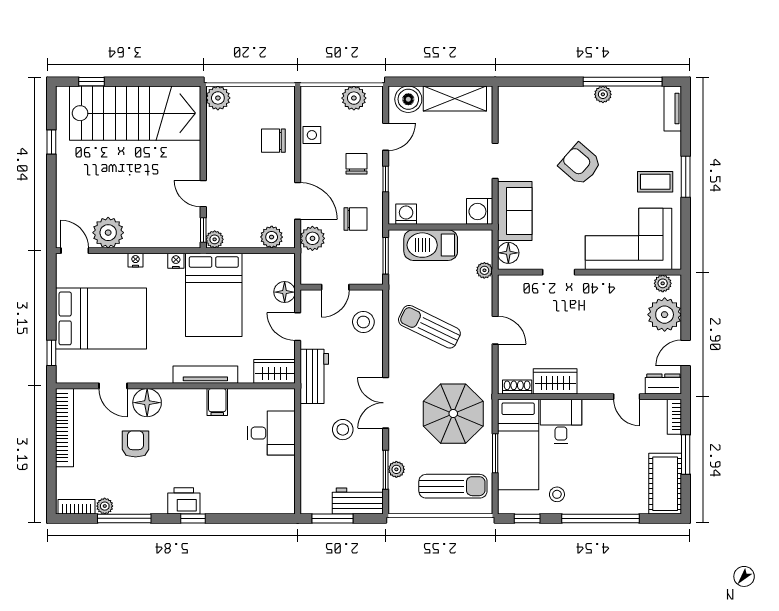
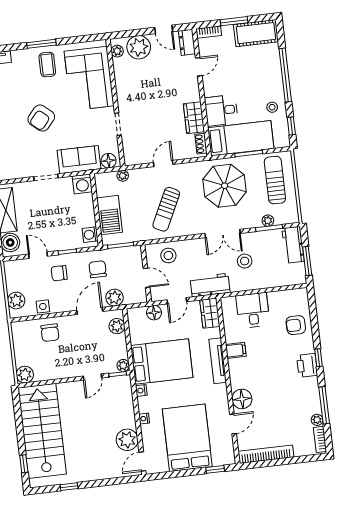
plant: (354, 98) -> (16, 301), moved
armchair: (136, 444) -> (296, 325), moved

